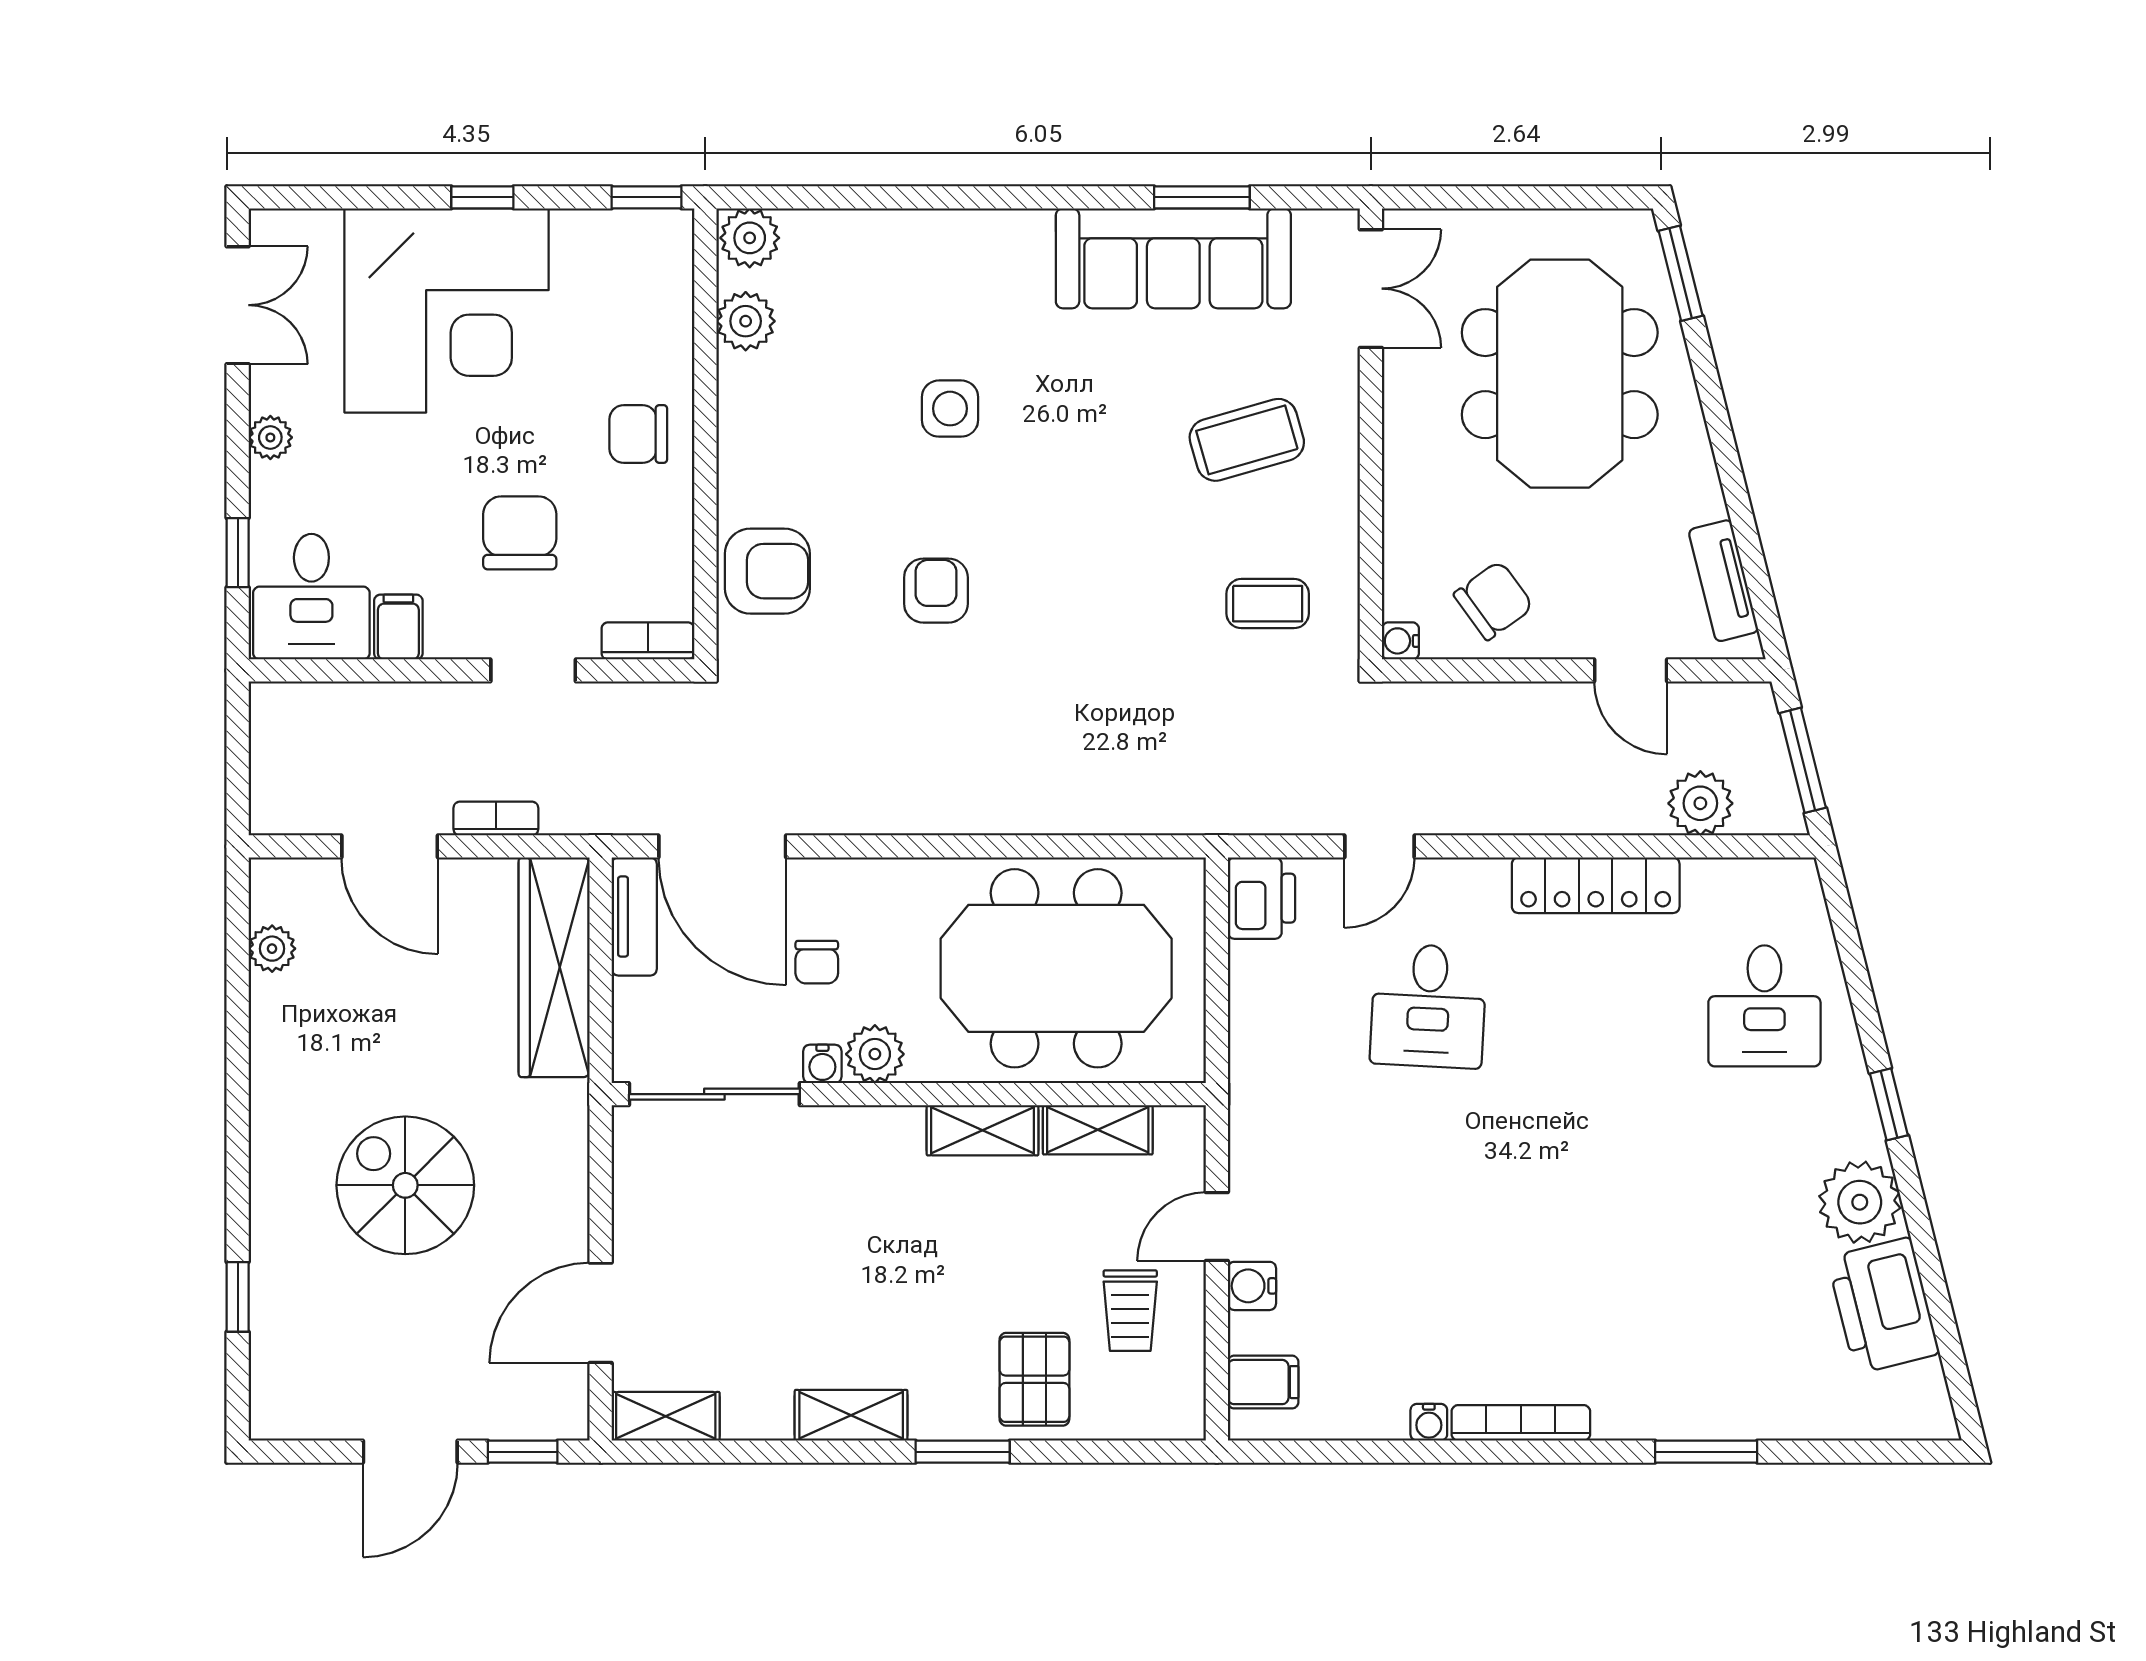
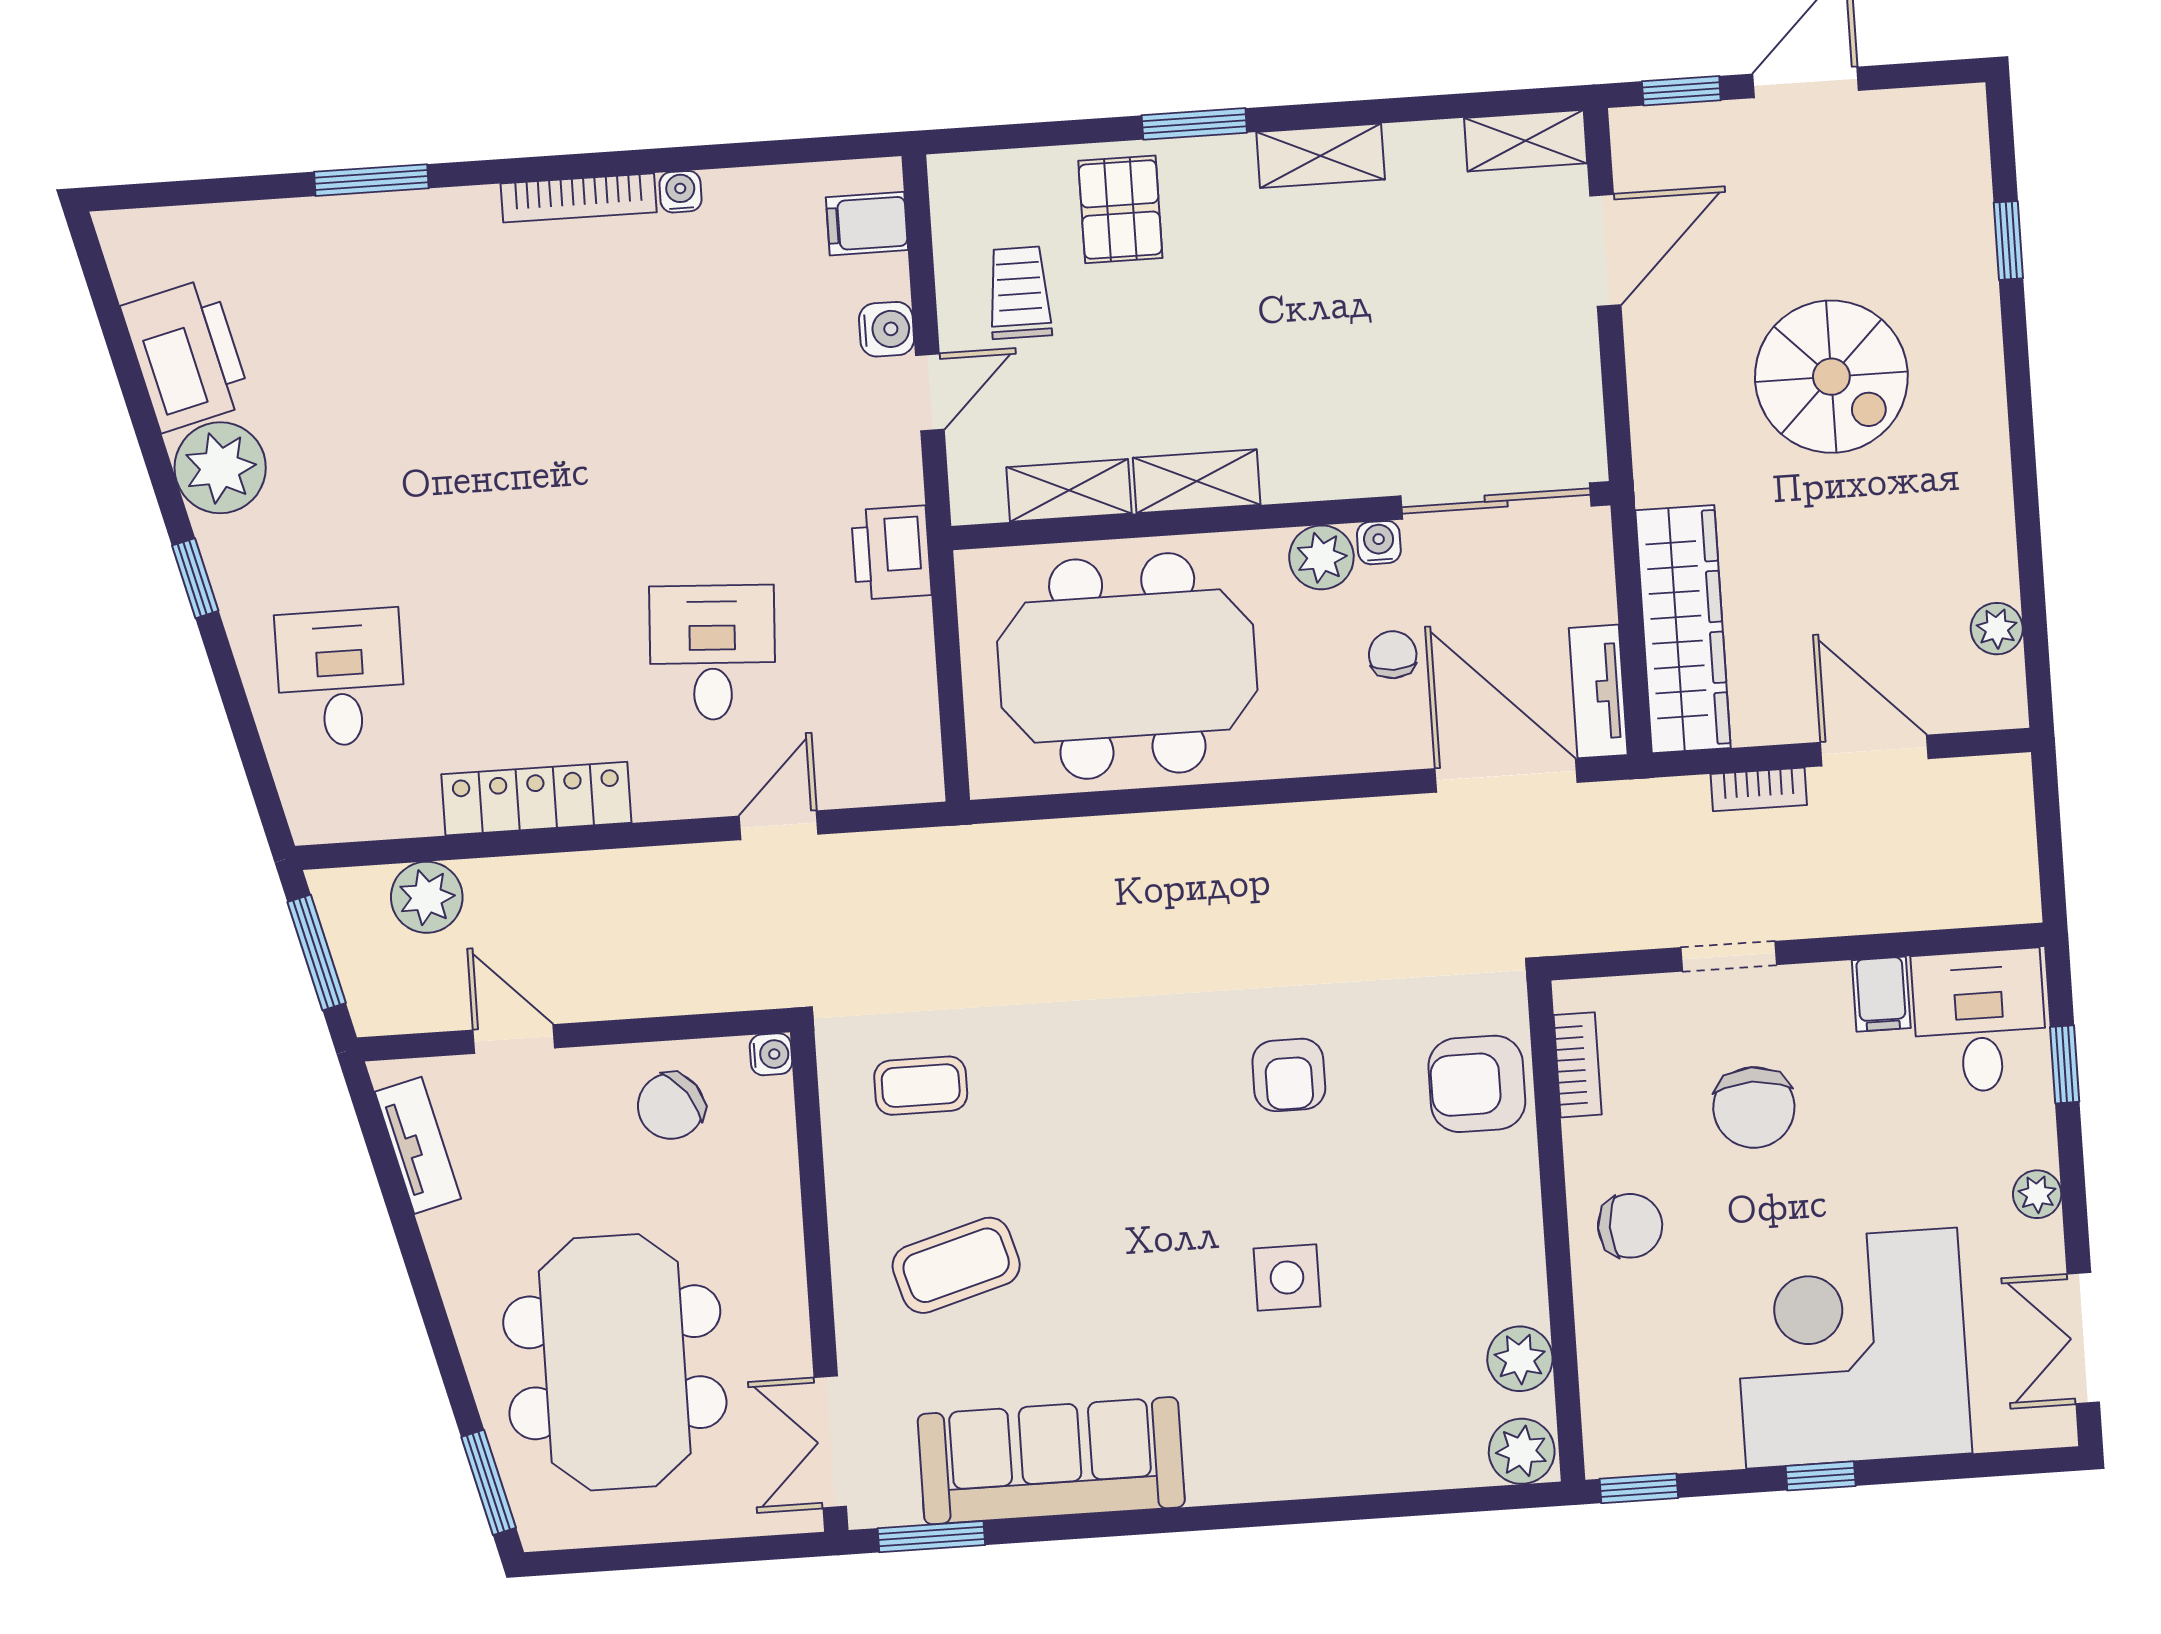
window: (1202, 197) -> (931, 1537), moved
bookcase: (648, 641) -> (1578, 1065), moved, turned -90
printer: (1261, 898) -> (891, 553), moved

